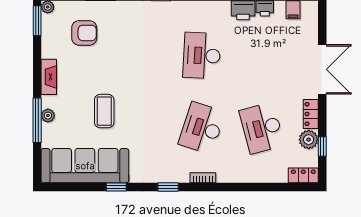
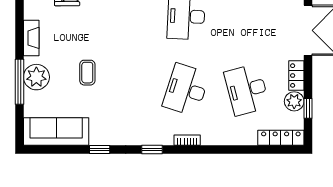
coffee table: (104, 111) -> (87, 73), width x0.73, depth x0.77
plant: (48, 116) -> (36, 77), width x1.87, depth x1.87
sofa: (85, 166) -> (56, 131), width x0.74, depth x0.79
locker: (303, 175) -> (281, 138), width x1.53

